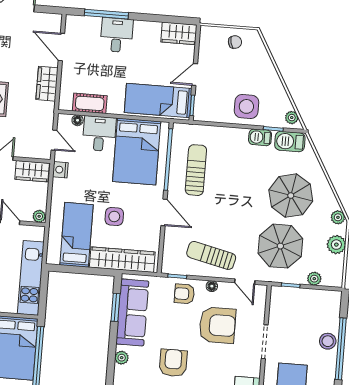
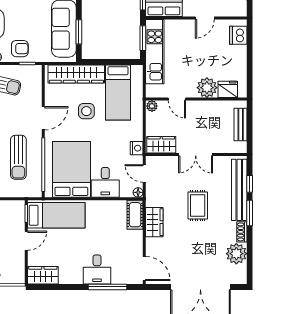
door: (61, 47) -> (144, 268), moved
cot: (90, 103) -> (135, 215), moved, turned 90
floor lamp: (78, 120) -> (138, 192), moved
door: (164, 212) -> (43, 118), swing flipped
window: (43, 294) -> (143, 38), added

